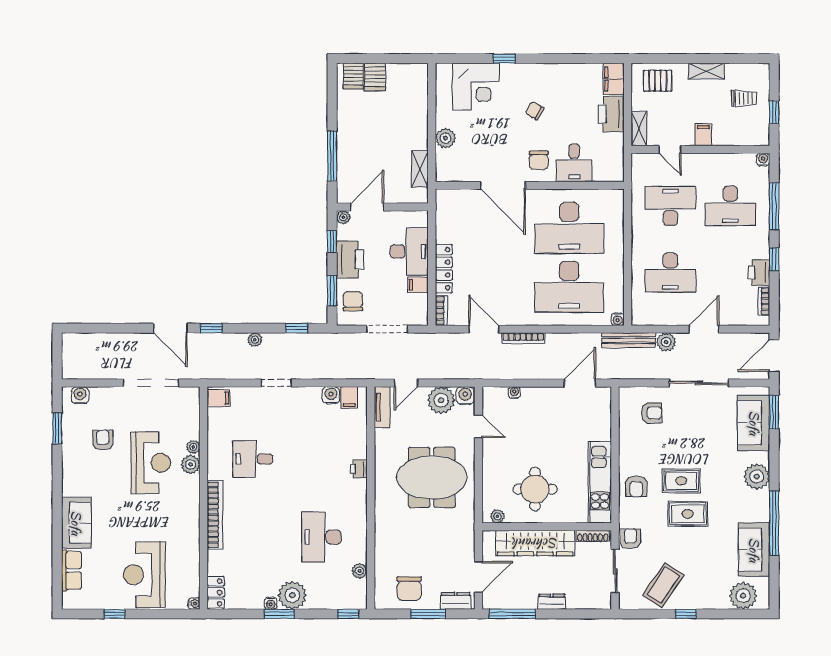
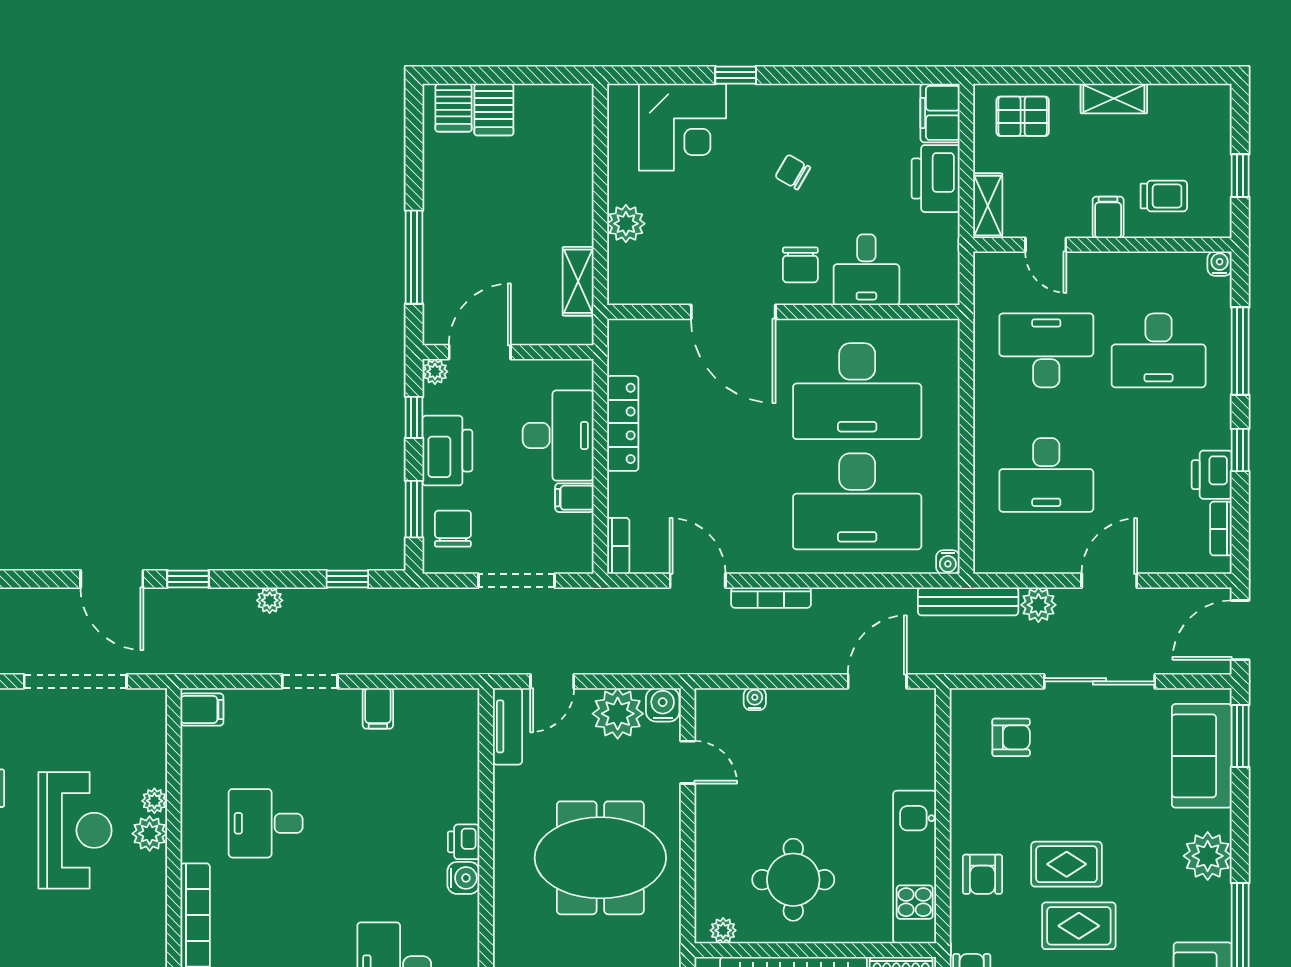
trolley: (744, 98) -> (1164, 196), moved
locker: (444, 269) -> (623, 423), moved
water cooler: (331, 395) -> (463, 878), moved, turned 90
filing cabinet: (349, 397) -> (378, 708), moved

